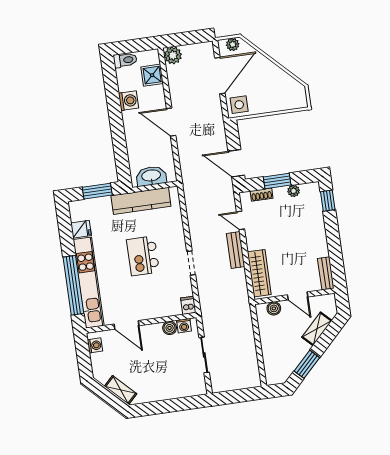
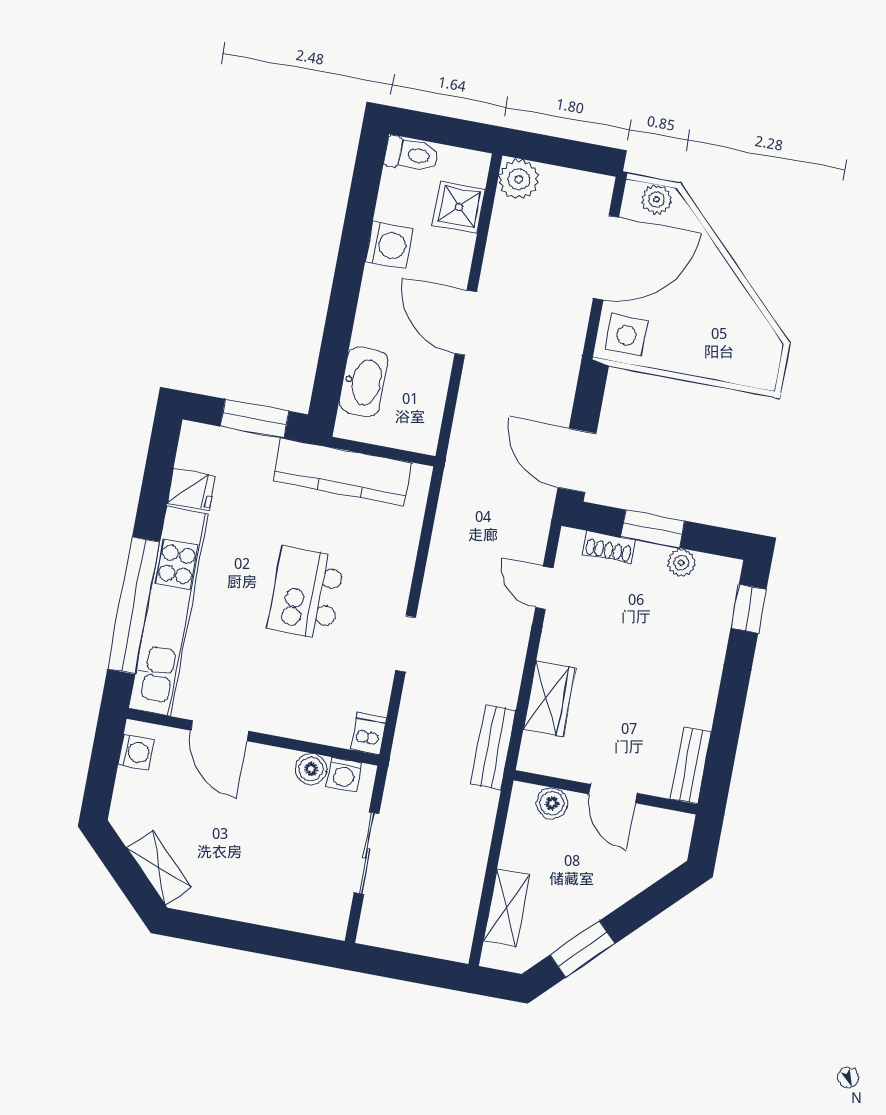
washbasin: (151, 176) -> (363, 382), moved, turned 90
bench: (236, 250) -> (493, 747), moved
wardrobe: (259, 273) -> (549, 699), width x0.67
shelving: (317, 329) -> (506, 908), moved, turned -45

